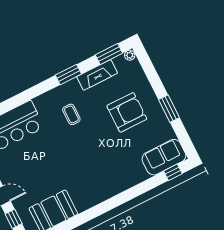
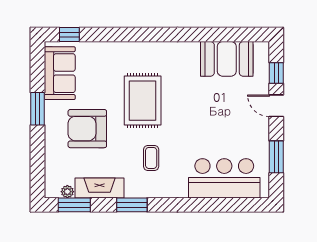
plant: (130, 55) -> (67, 192), moved
rug: (98, 152) -> (143, 101), added
sofa: (164, 157) -> (60, 73), moved, turned -90

